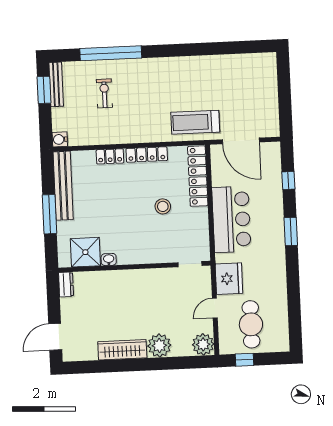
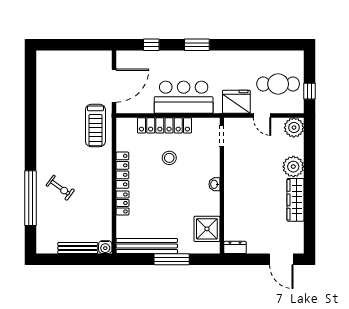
bench: (56, 84) -> (78, 248), moved
window: (44, 90) -> (60, 259), removed
exercise bike: (104, 93) -> (60, 188), moved, turned -144
locker: (198, 176) -> (164, 125), moved
washbasin: (109, 259) -> (214, 184), moved

